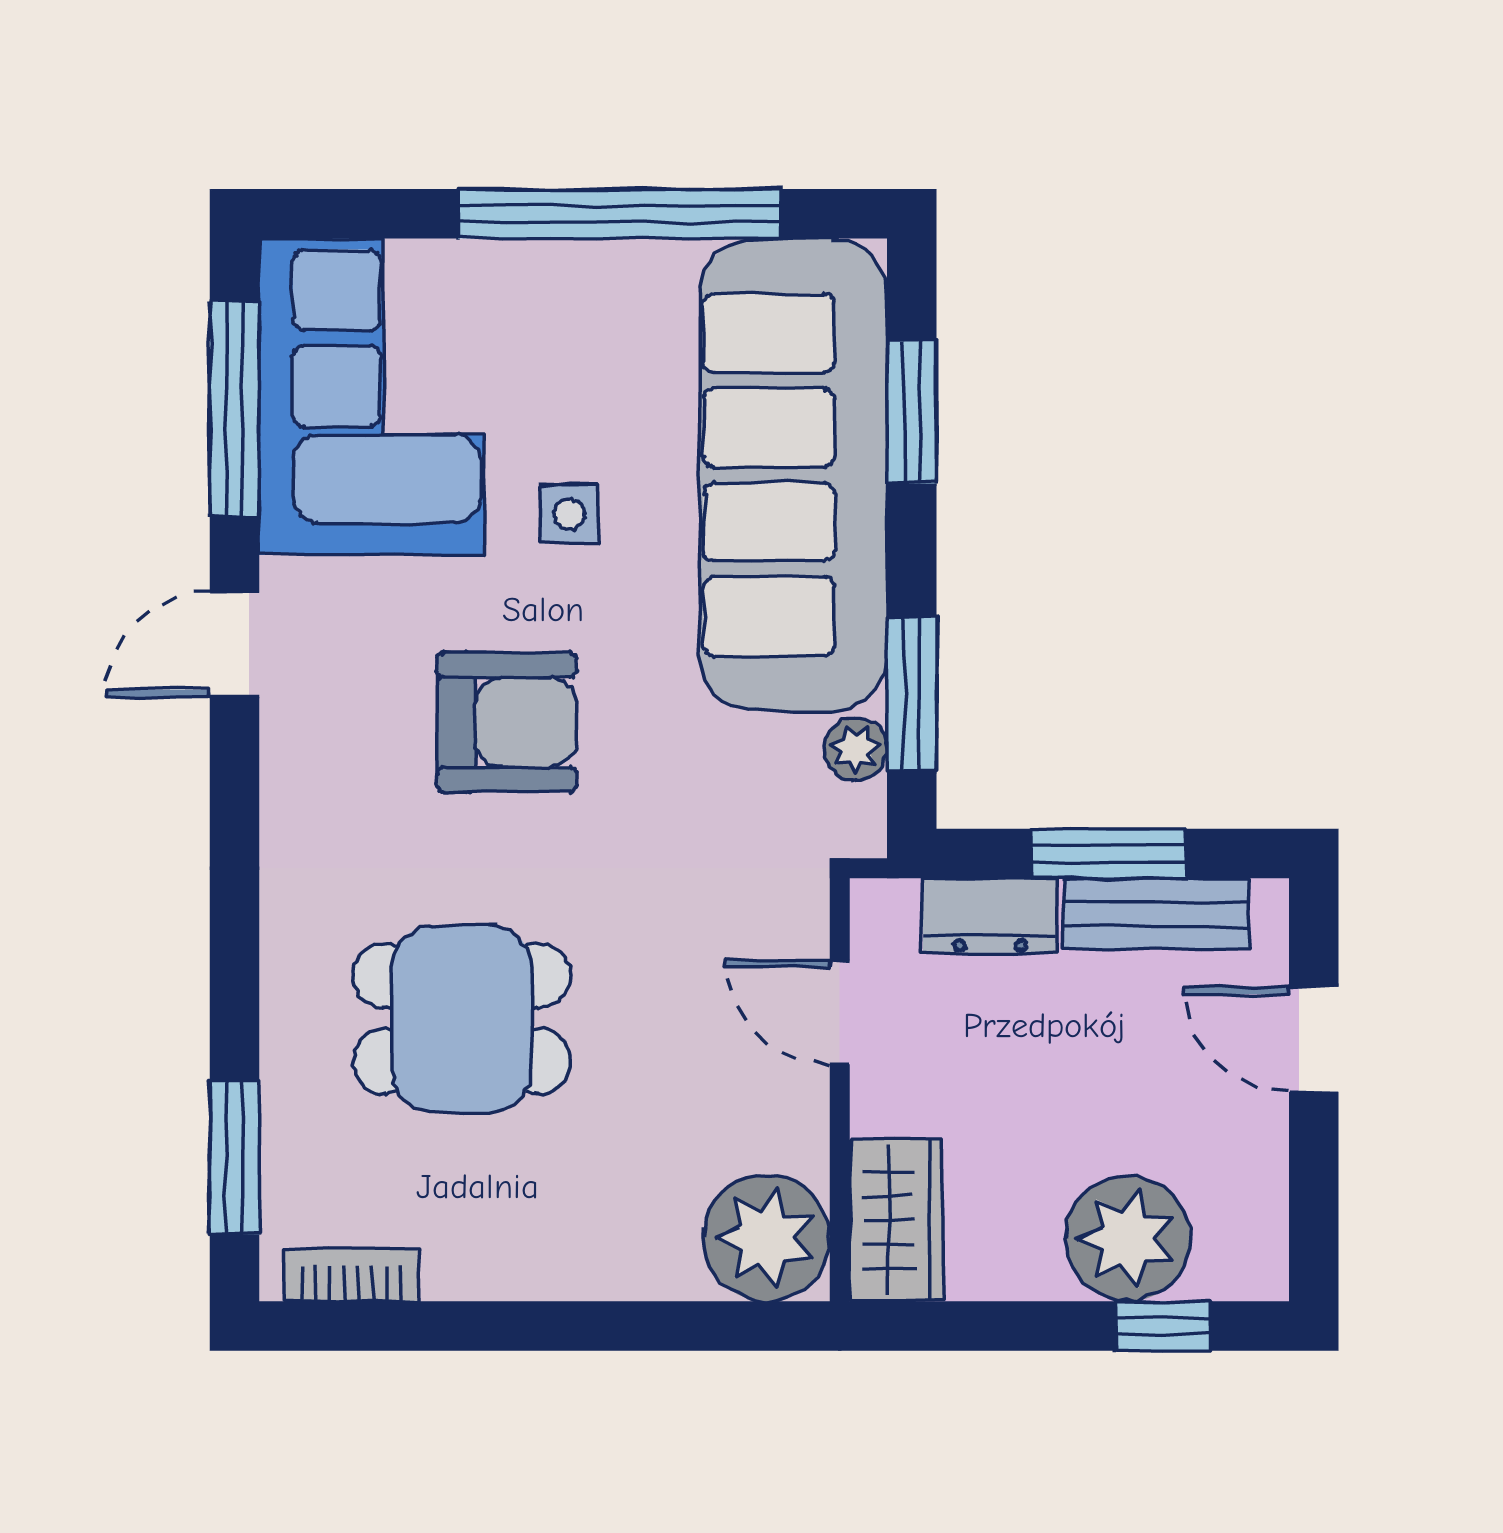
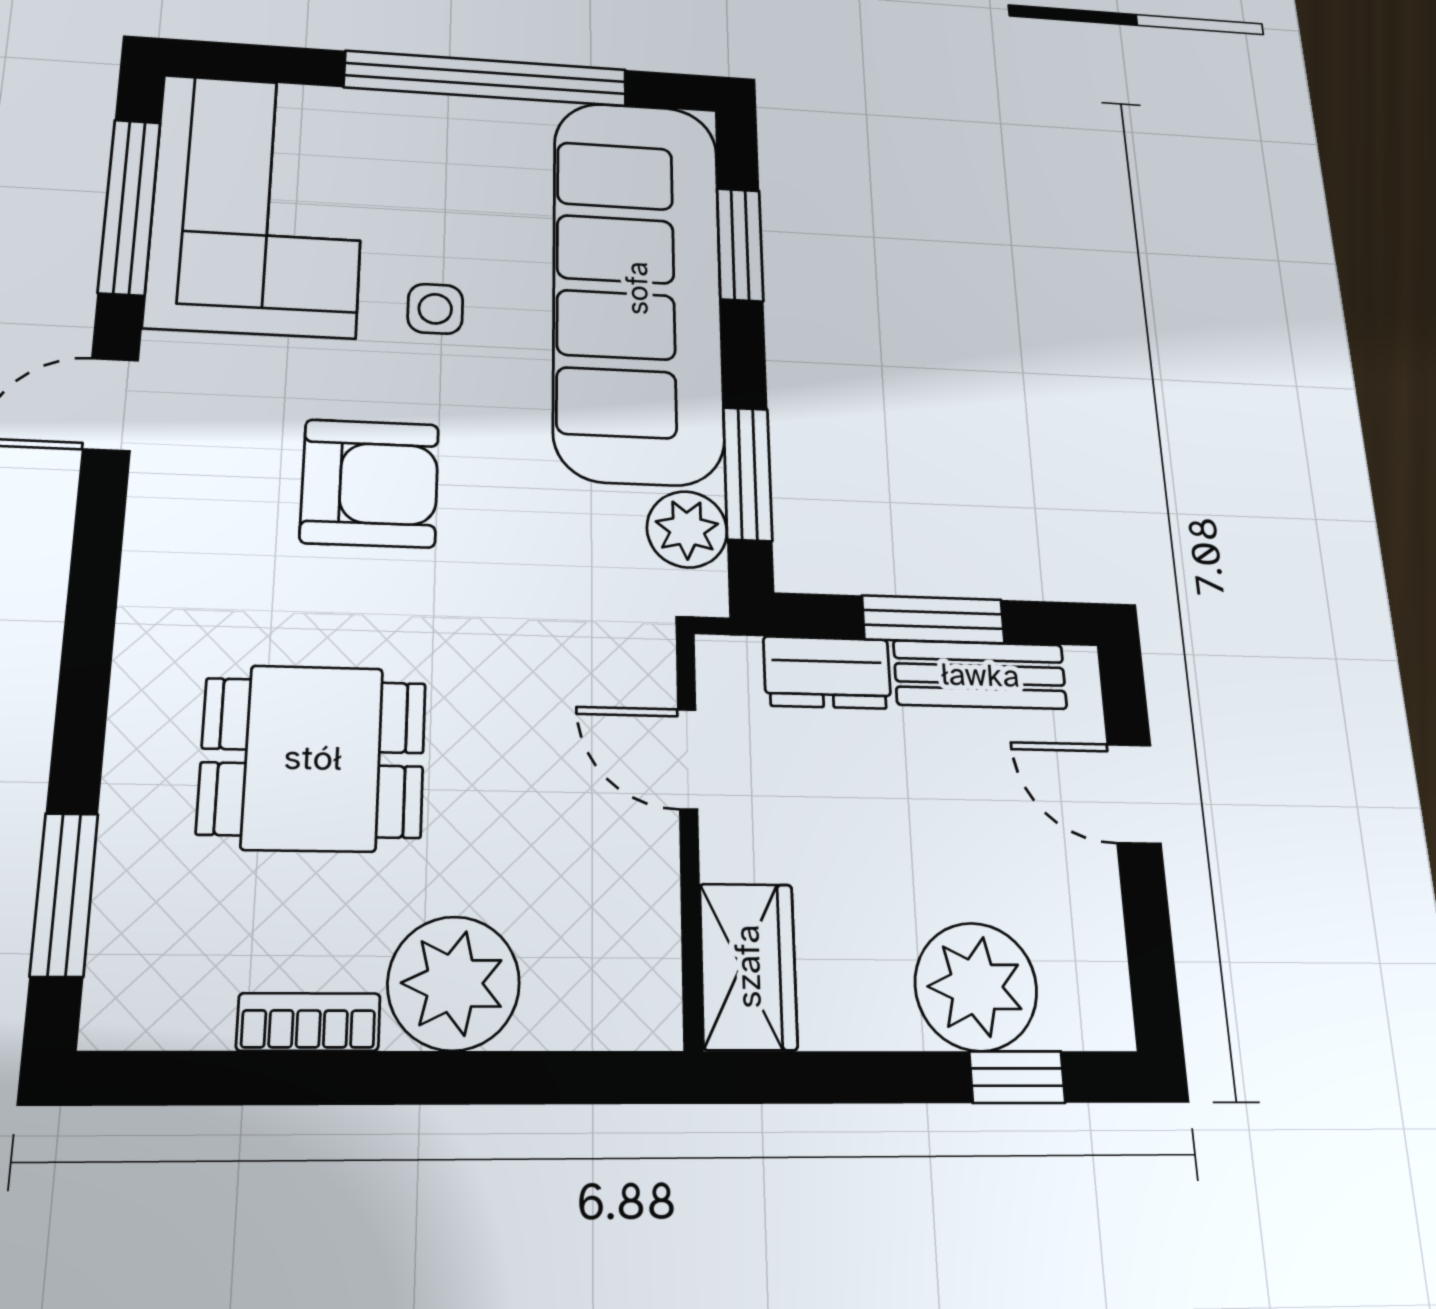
plant: (856, 749) -> (687, 529), width x1.38, depth x1.38
plant: (766, 1238) -> (454, 983), moved
bookcase: (351, 1275) -> (309, 1022), moved

